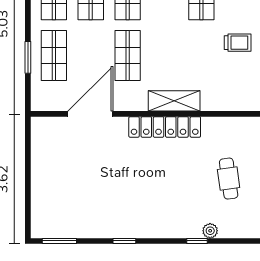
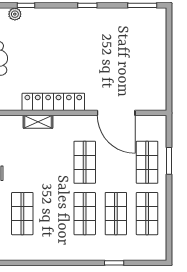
shelving: (174, 101) -> (38, 122), width x0.67, depth x0.75
door: (90, 114) -> (116, 113), hinge flipped

